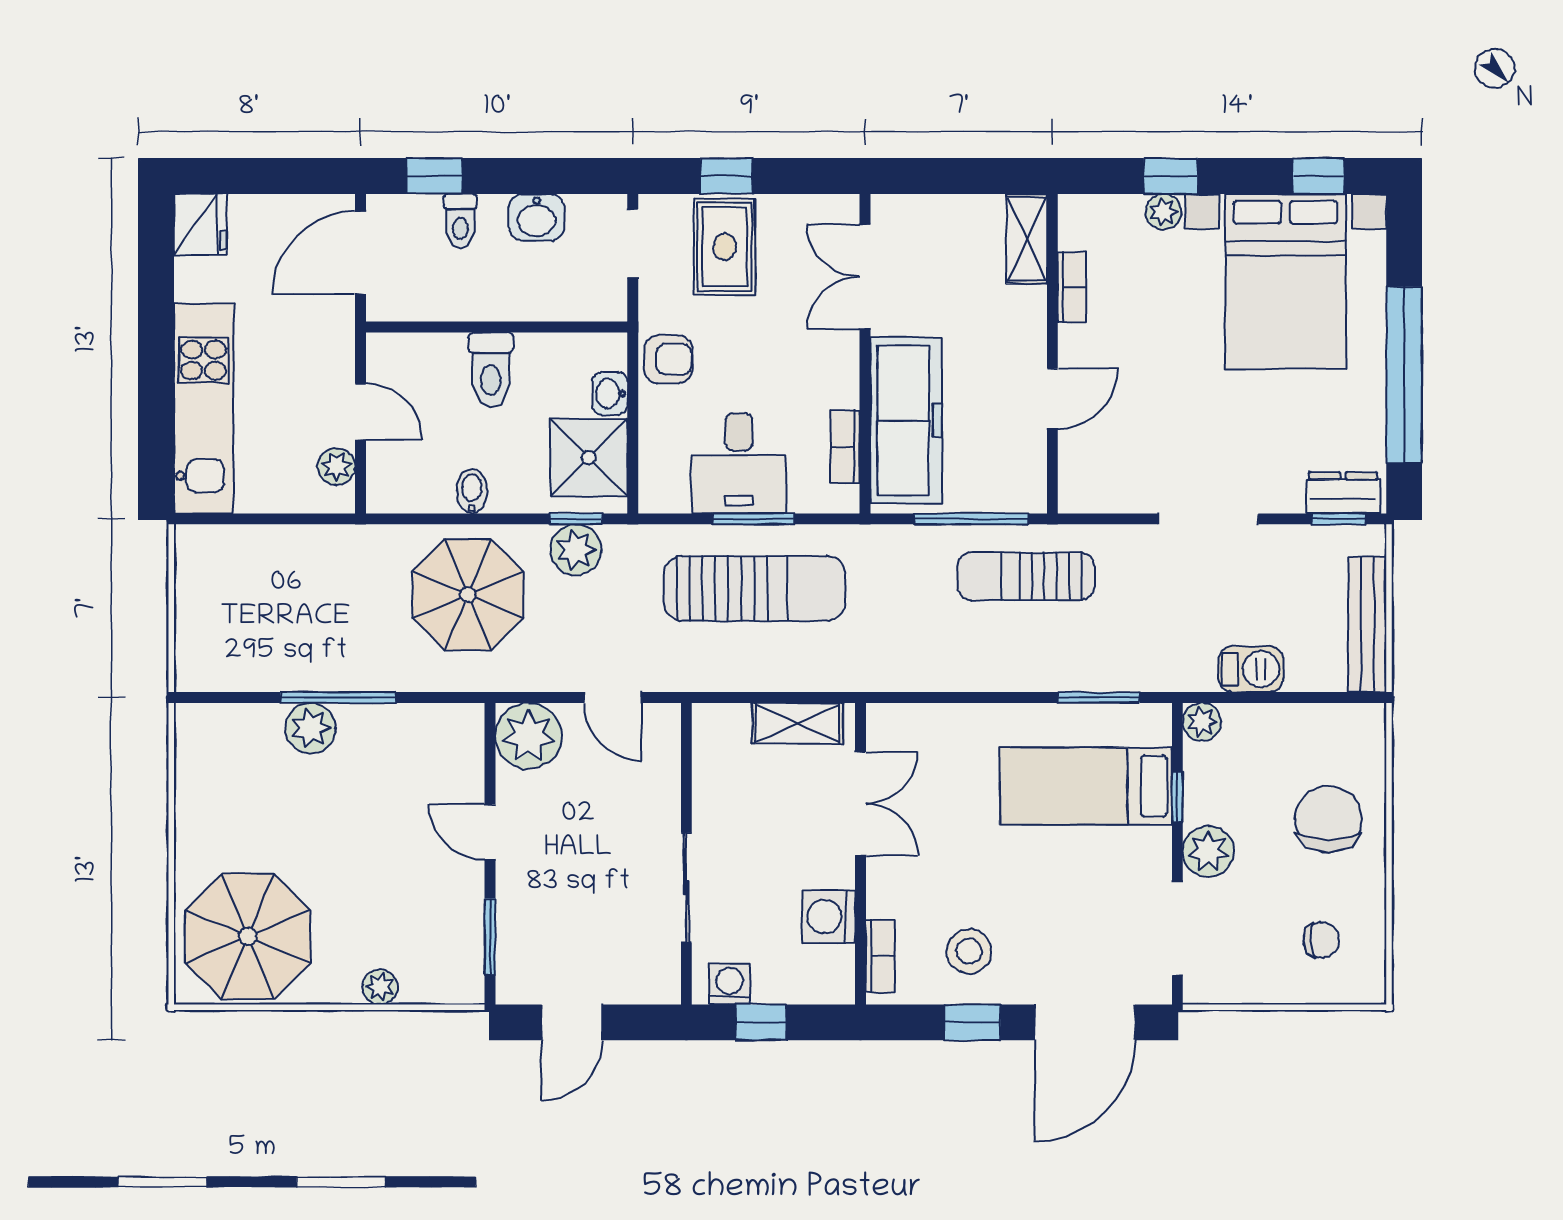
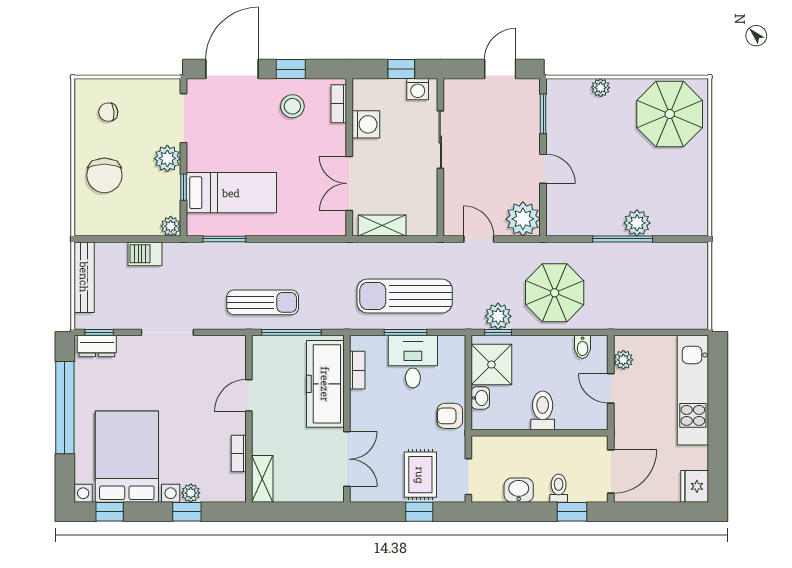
bidet: (472, 491) -> (583, 347), moved

